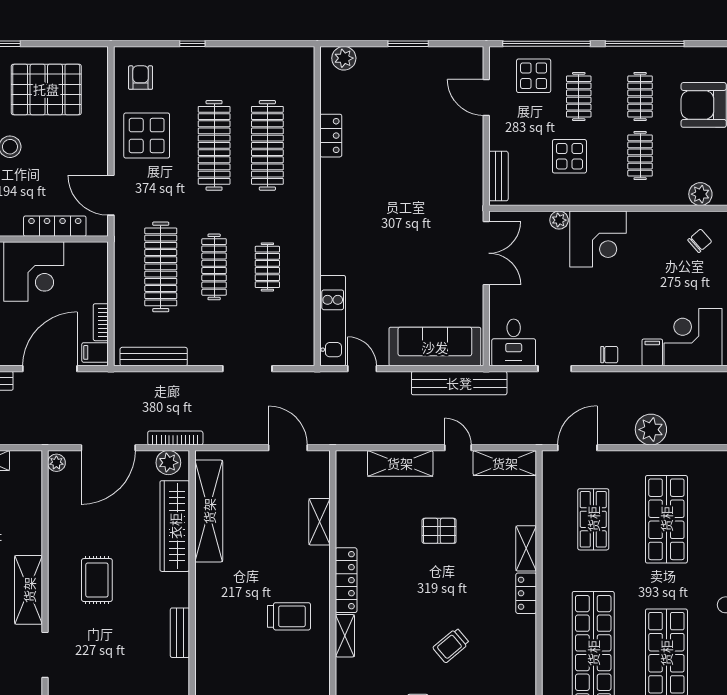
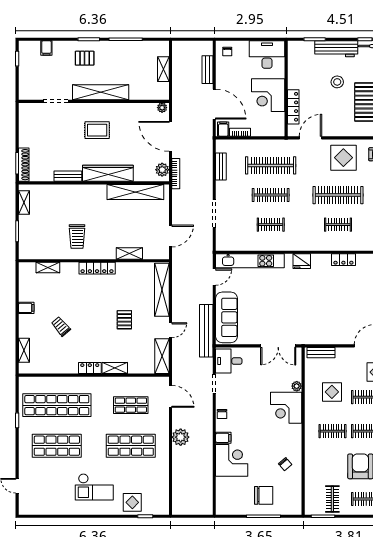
clothes rail: (267, 145) -> (338, 225), width x0.54, depth x0.76
plant: (700, 194) -> (311, 465), removed
fridge: (333, 211) -> (302, 261), added
kitchen unit: (333, 321) -> (250, 261), width x1.36
bench: (154, 357) -> (221, 166), width x0.73
shelving: (400, 463) -> (162, 290), width x1.47
wardrobe: (175, 526) -> (108, 173), moved
shelving: (29, 590) -> (101, 92), width x1.47
shelving: (345, 636) -> (48, 268), moved

